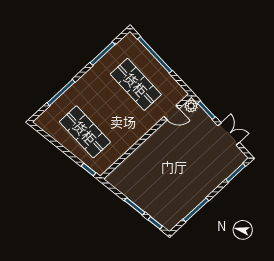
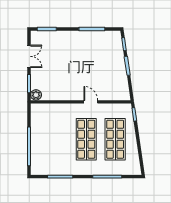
shop shelf: (136, 84) -> (86, 139), moved
door: (172, 113) -> (91, 102), moved
double door: (229, 134) -> (29, 56), swing flipped

